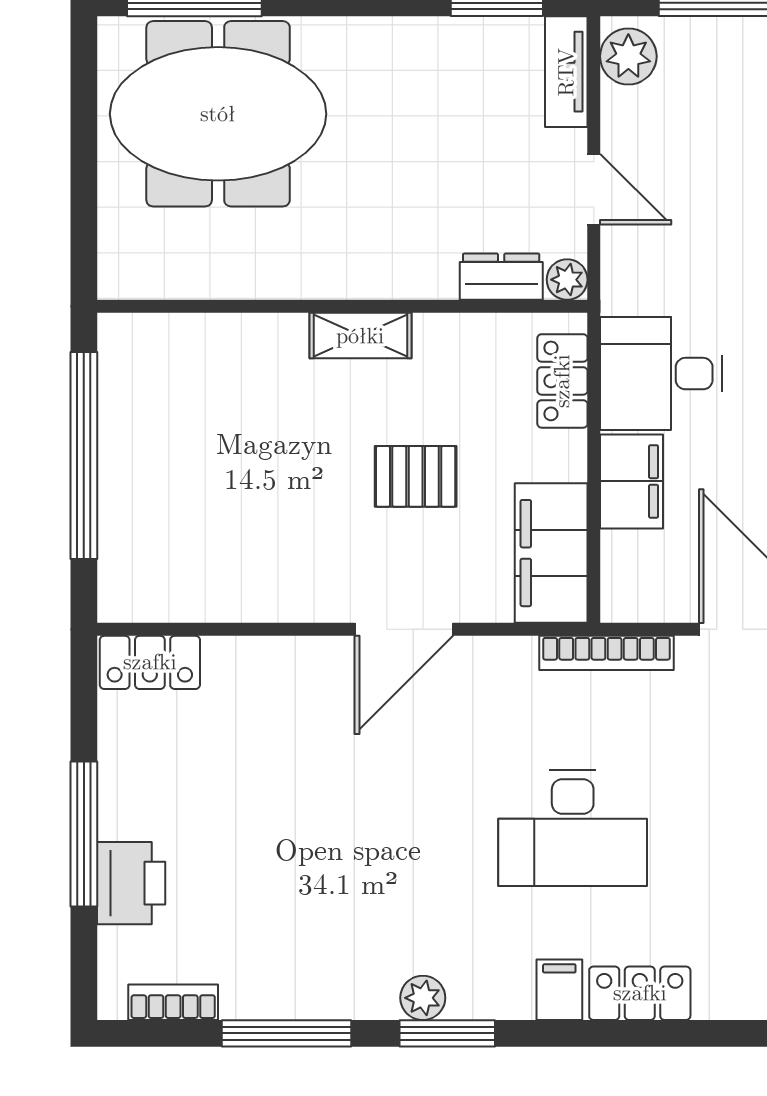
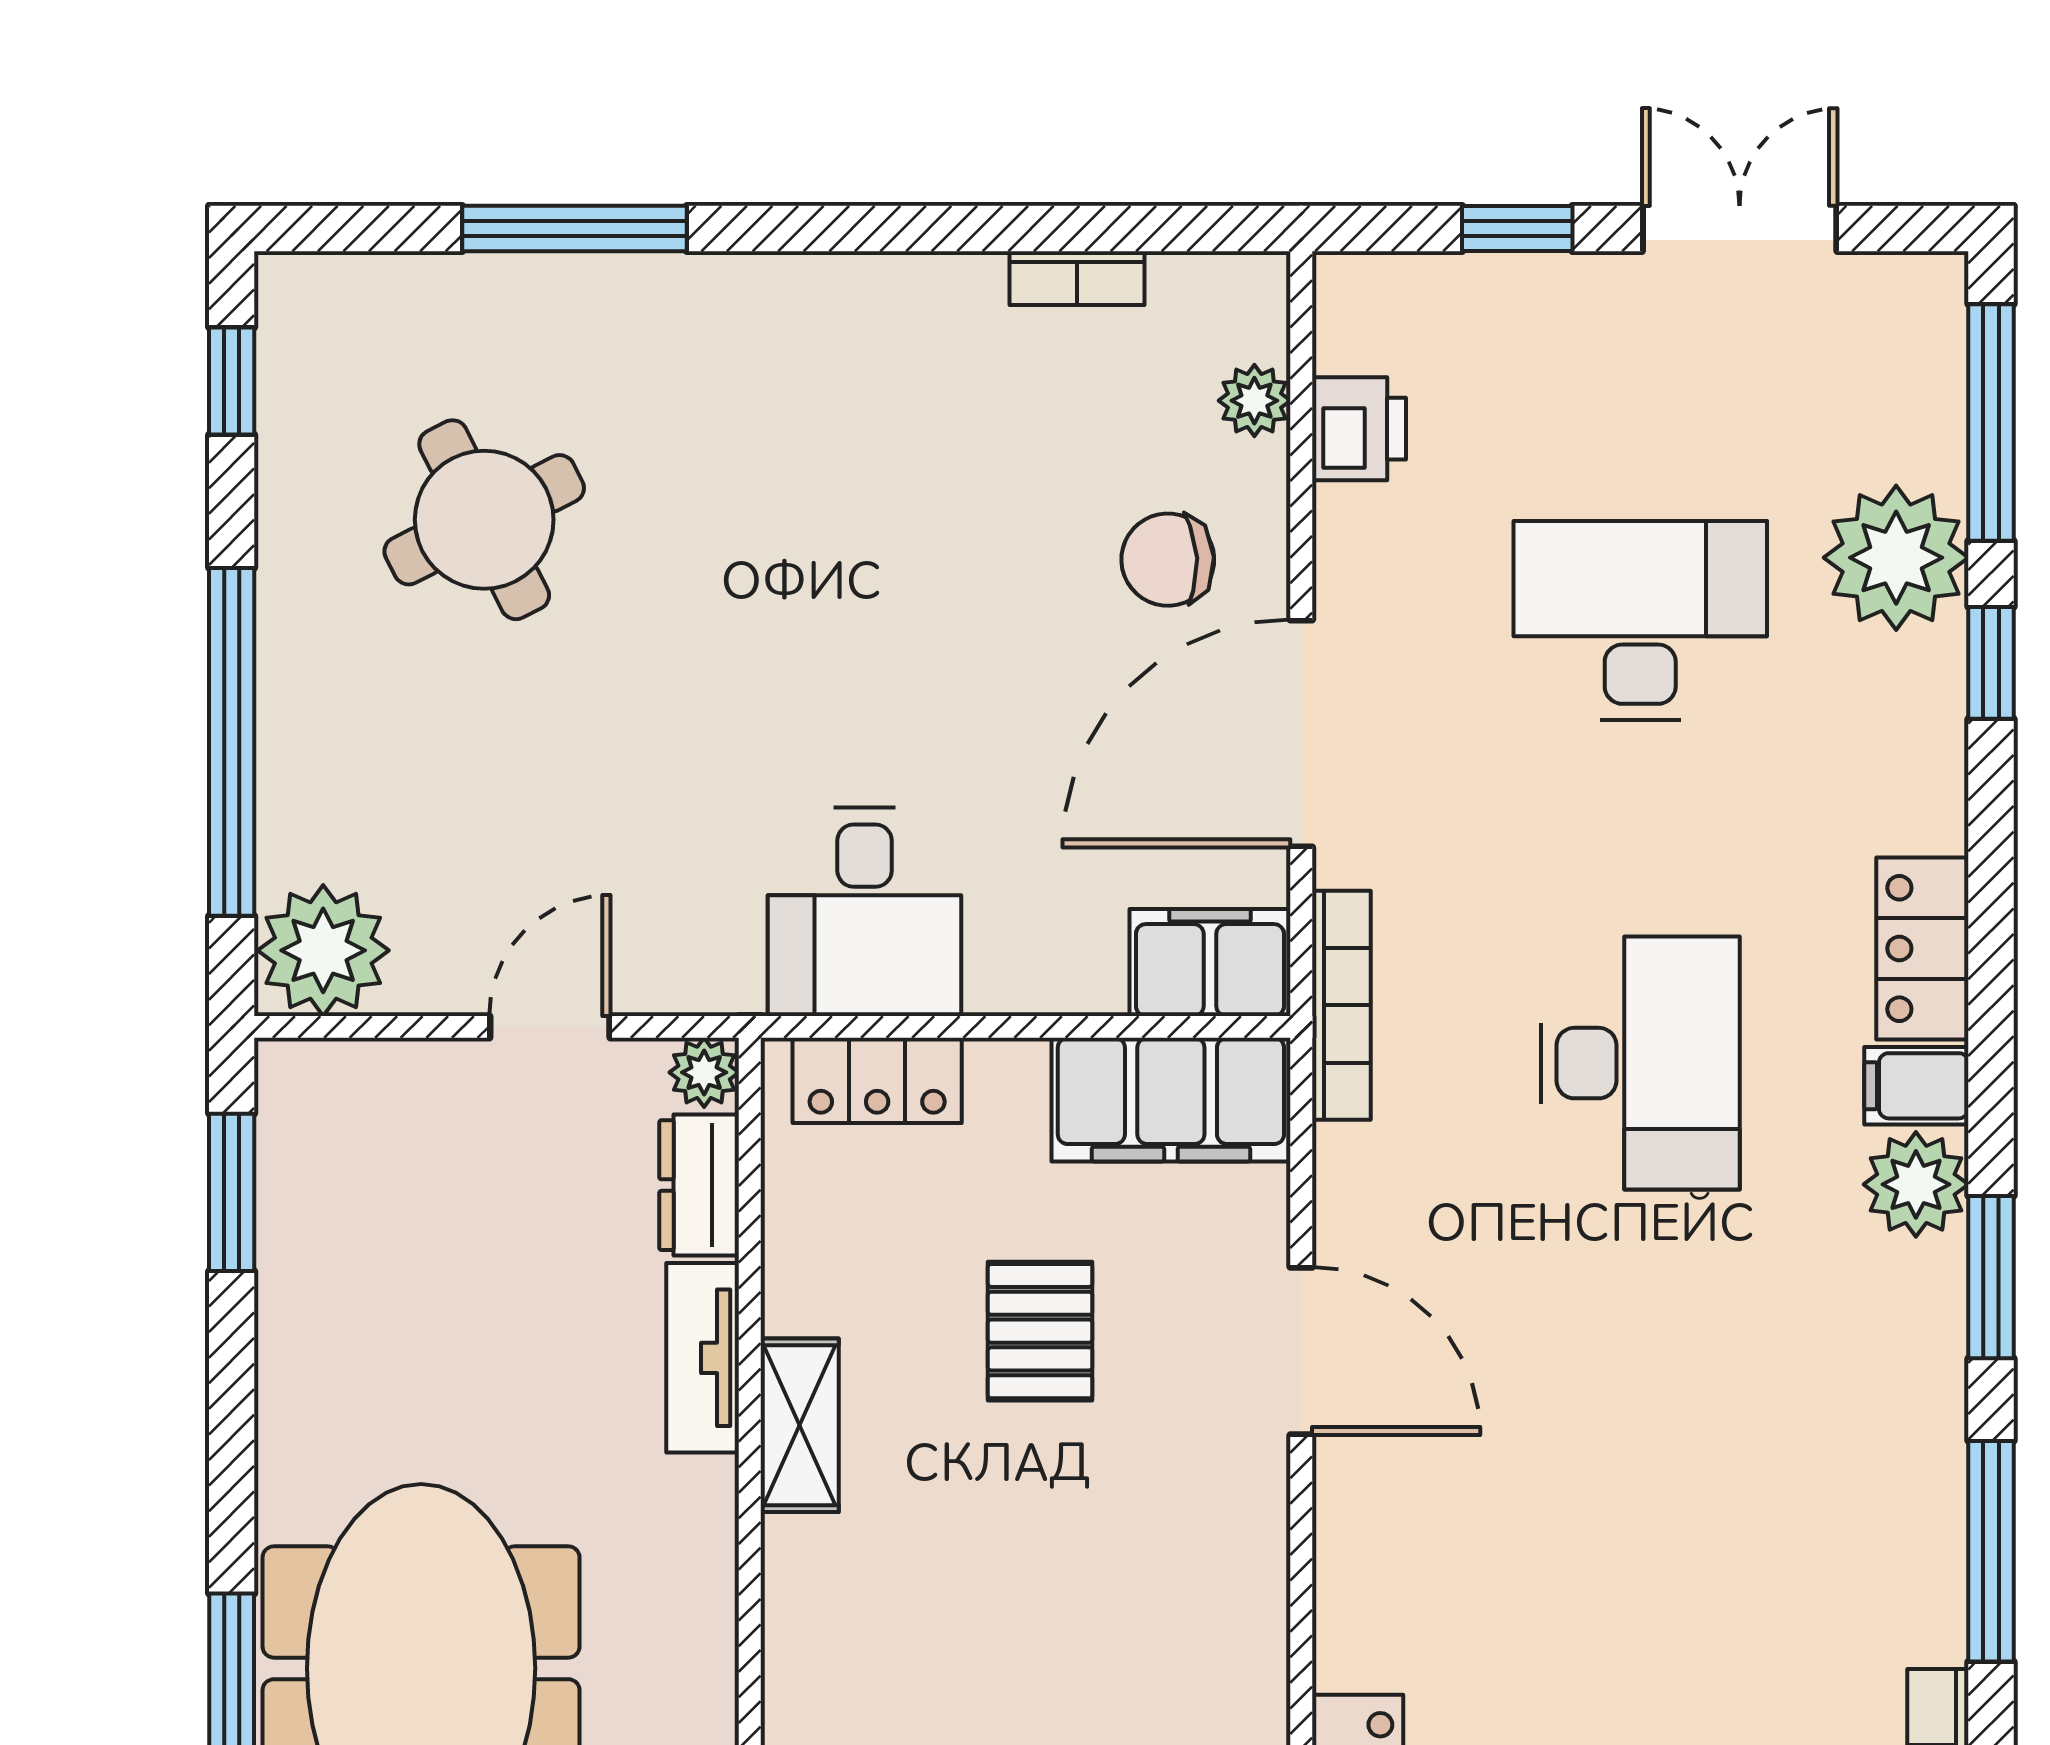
plant: (628, 56) -> (323, 950), width x1.36, depth x1.36
tv unit: (566, 72) -> (703, 1358), moved, turned 90
filing cabinet: (632, 481) -> (1210, 962), moved
plant: (423, 998) -> (1916, 1184), moved, width x1.38, depth x1.38

